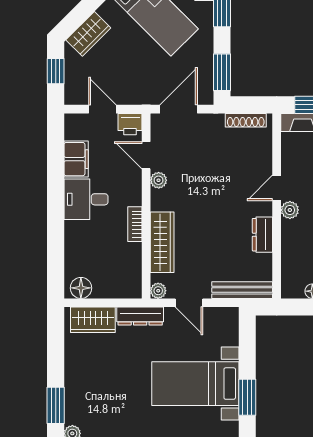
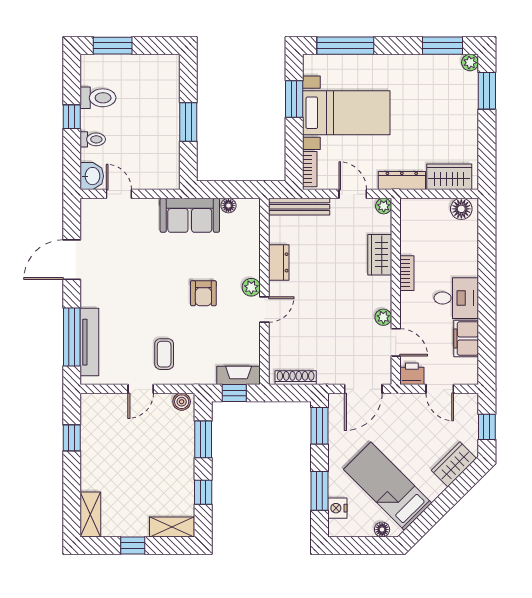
wardrobe: (162, 242) -> (380, 255), width x0.67
bookcase: (232, 327) -> (310, 169), added

